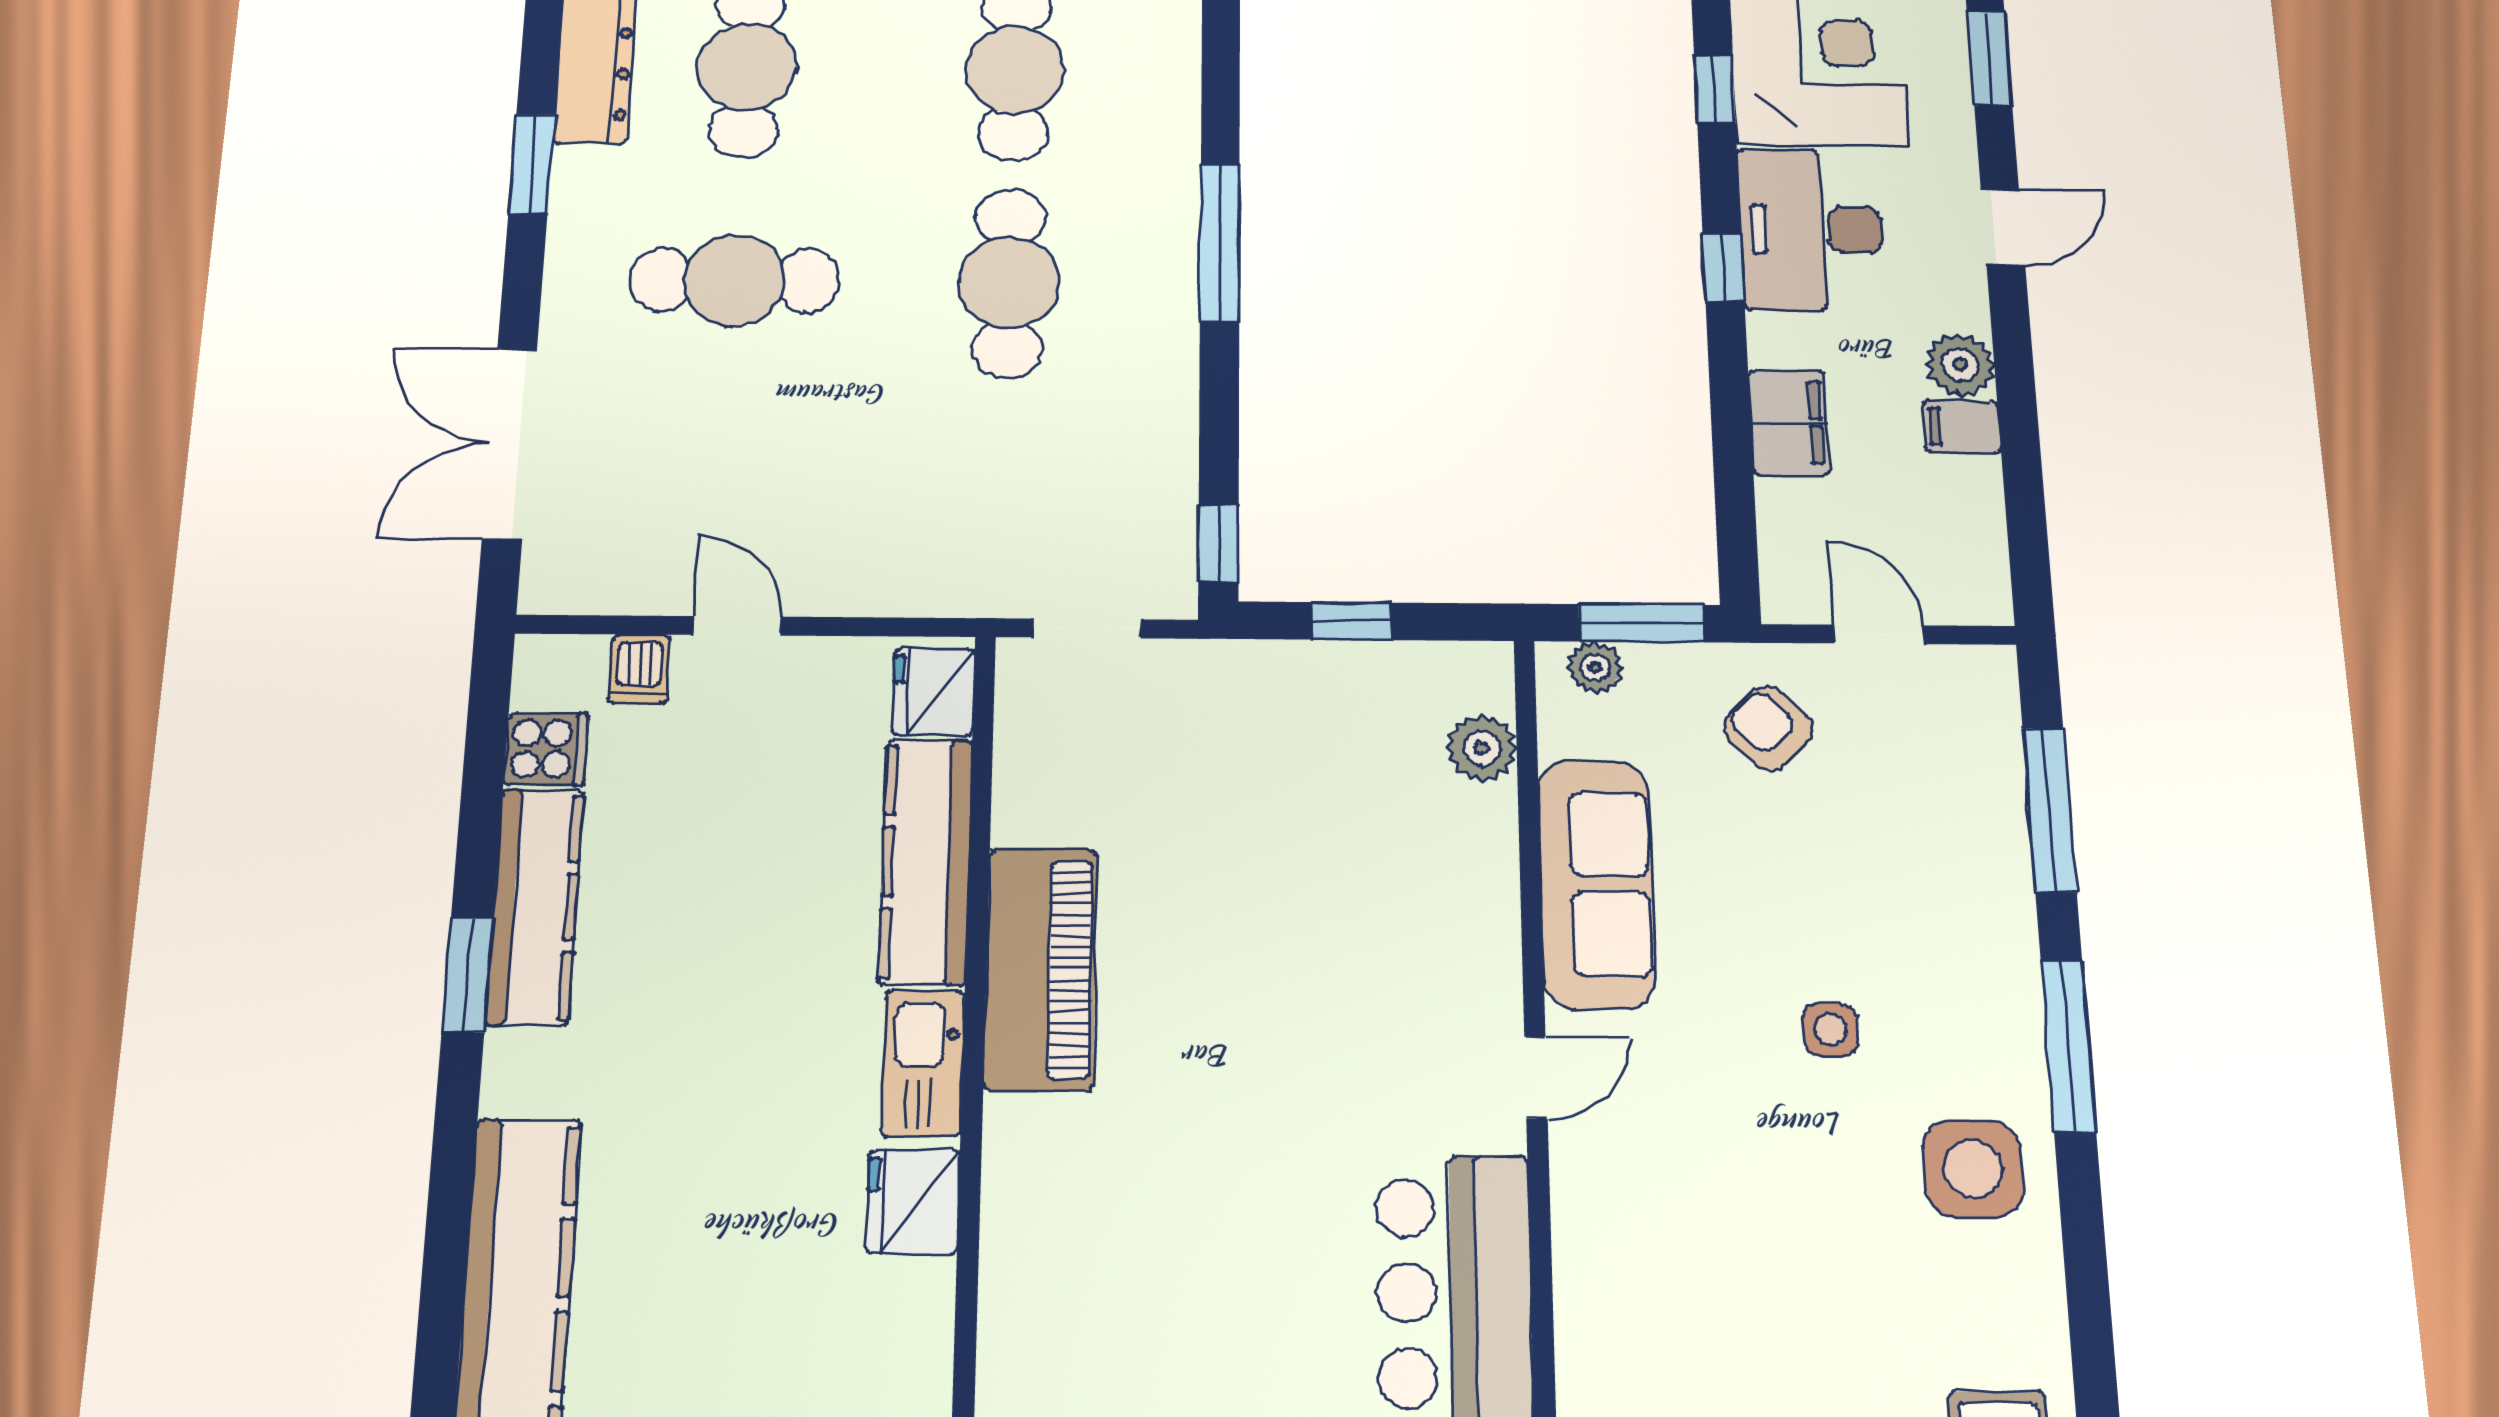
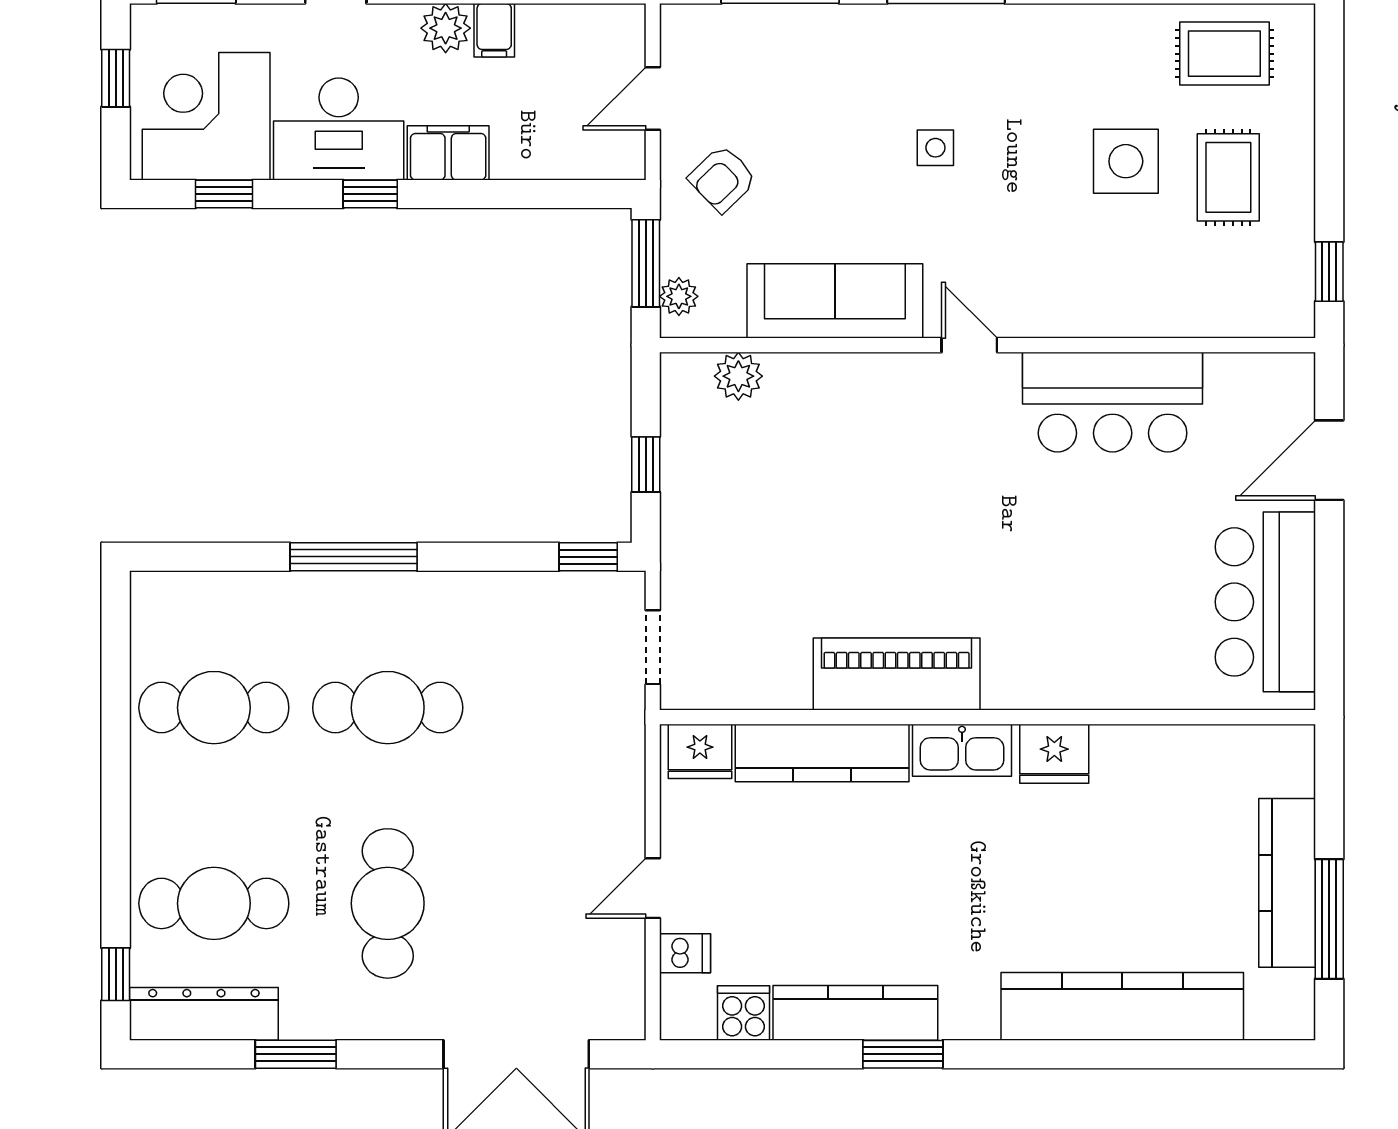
filing cabinet: (1789, 422) -> (448, 153), moved
side table: (1973, 1169) -> (1126, 161), moved

